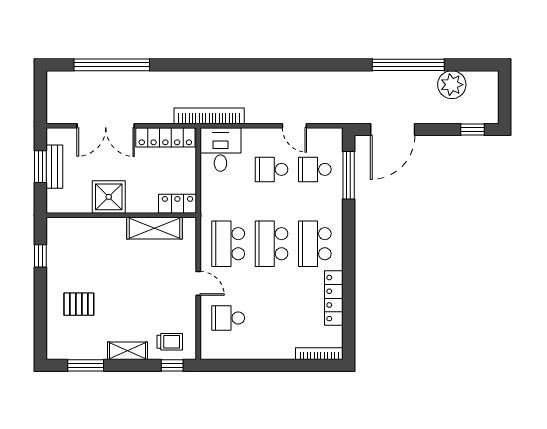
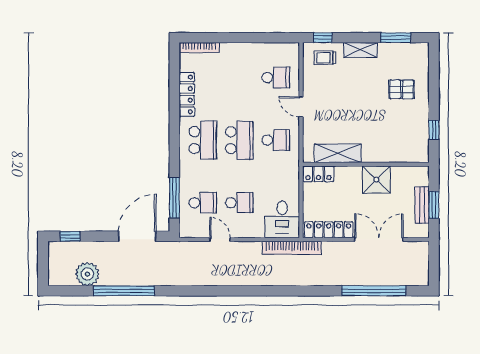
school desk: (228, 244) -> (276, 140), width x0.54

